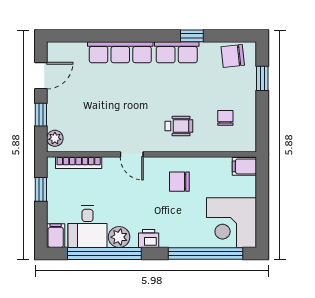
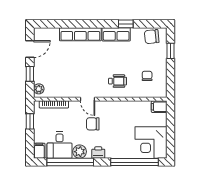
chair: (179, 182) -> (93, 124), moved

